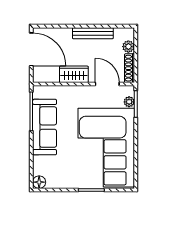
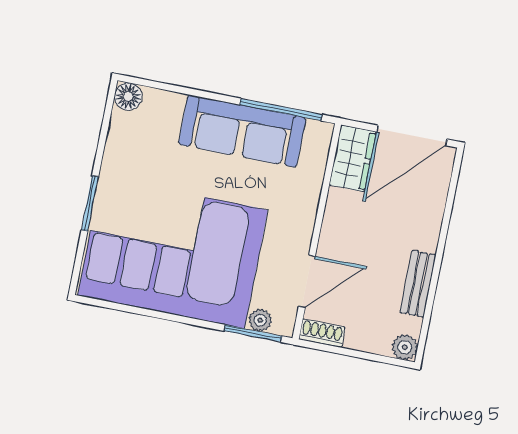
bench: (93, 33) -> (418, 284), width x0.73
plant: (128, 47) -> (405, 347), moved
shoe rack: (130, 68) -> (322, 333), width x0.70
wardrobe: (74, 74) -> (353, 158), moved

